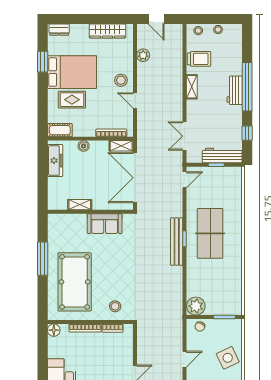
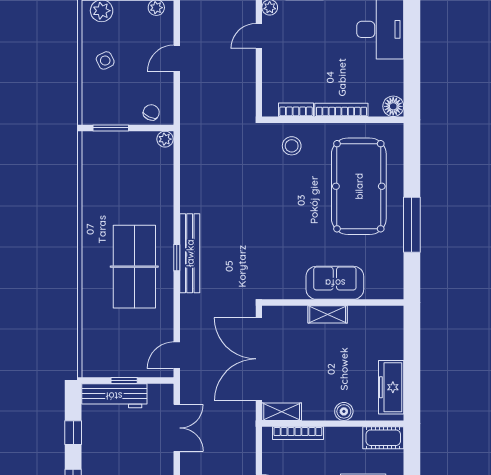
double door: (135, 178) -> (259, 359), swing flipped
shelving: (80, 205) -> (328, 314), moved
sofa: (105, 224) -> (335, 283), moved
plant: (196, 306) -> (165, 139), width x0.53, depth x0.53
side table: (228, 358) -> (105, 60), width x0.54, depth x0.54

